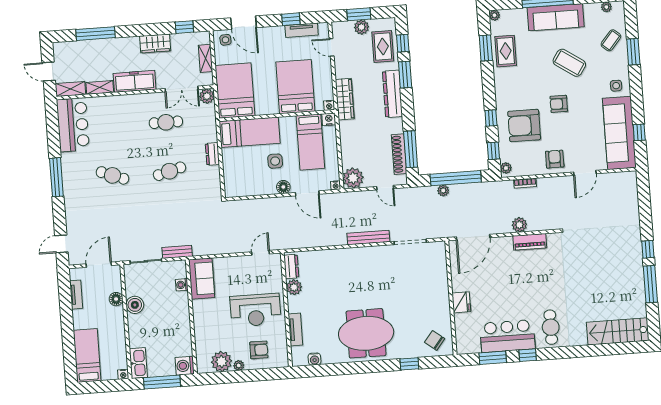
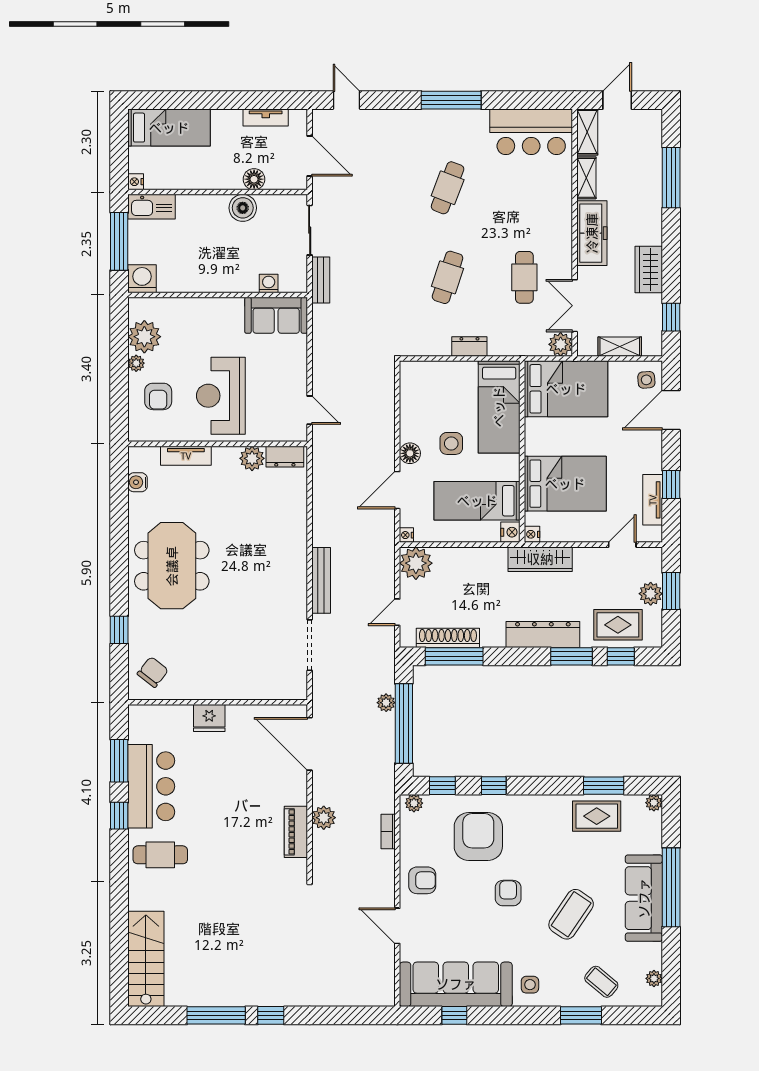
cafe table: (169, 171) -> (448, 277), turned 33

